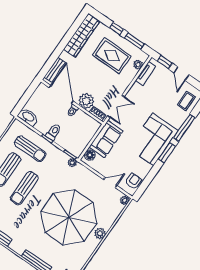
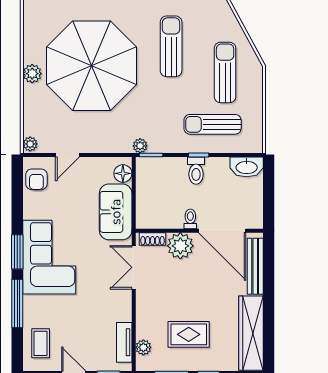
rug: (112, 56) -> (189, 334), width x0.73, depth x0.70
bench: (55, 70) -> (255, 266), width x1.36
sun lounger: (24, 188) -> (171, 46), moved

